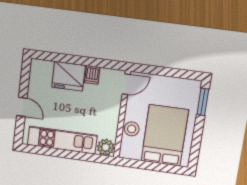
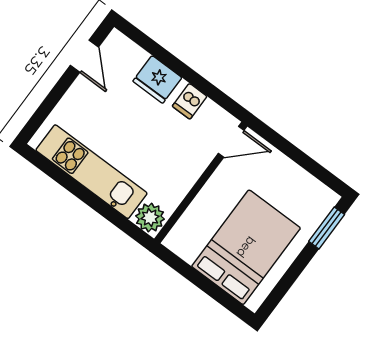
fridge: (69, 76) -> (157, 79), width x0.73, depth x0.75
door: (22, 107) -> (84, 56), moved
stool: (132, 129) -> (203, 211), removed

